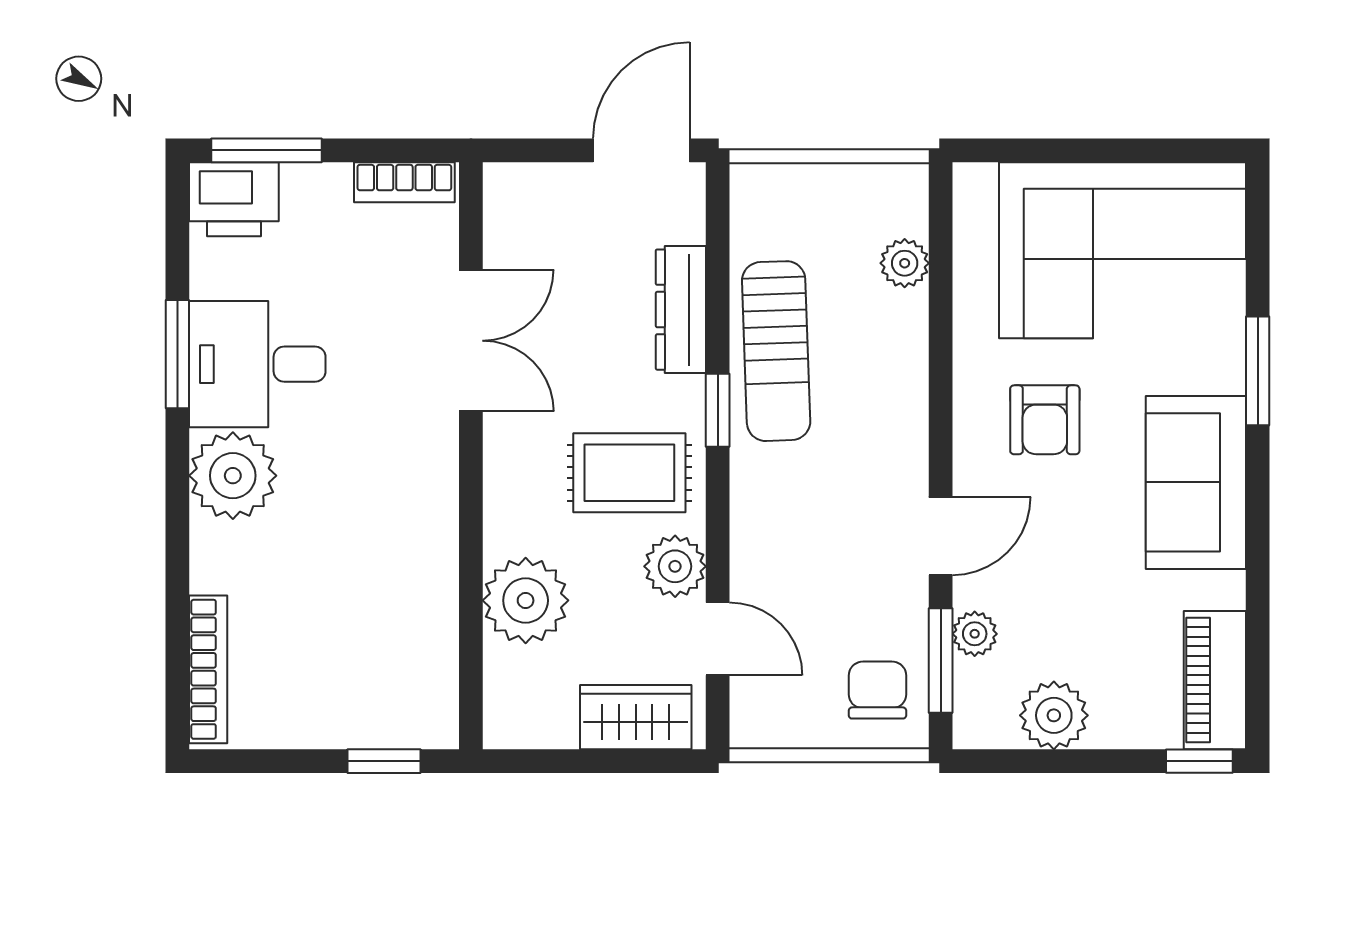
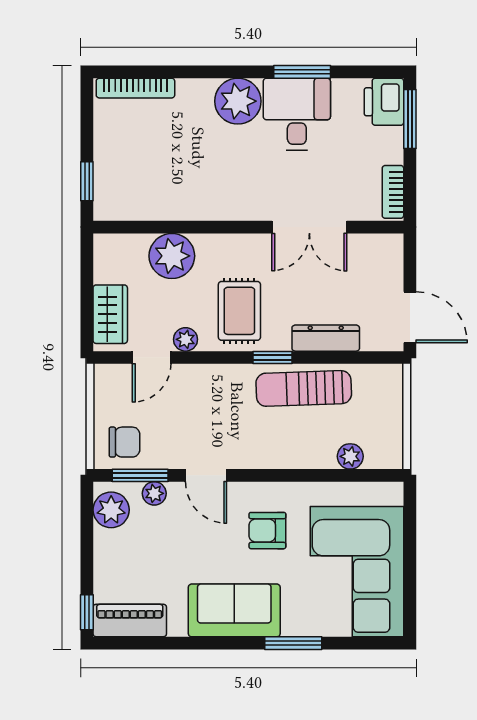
plant: (675, 566) -> (185, 339), width x0.73, depth x0.73
plant: (1054, 715) -> (111, 510), moved

